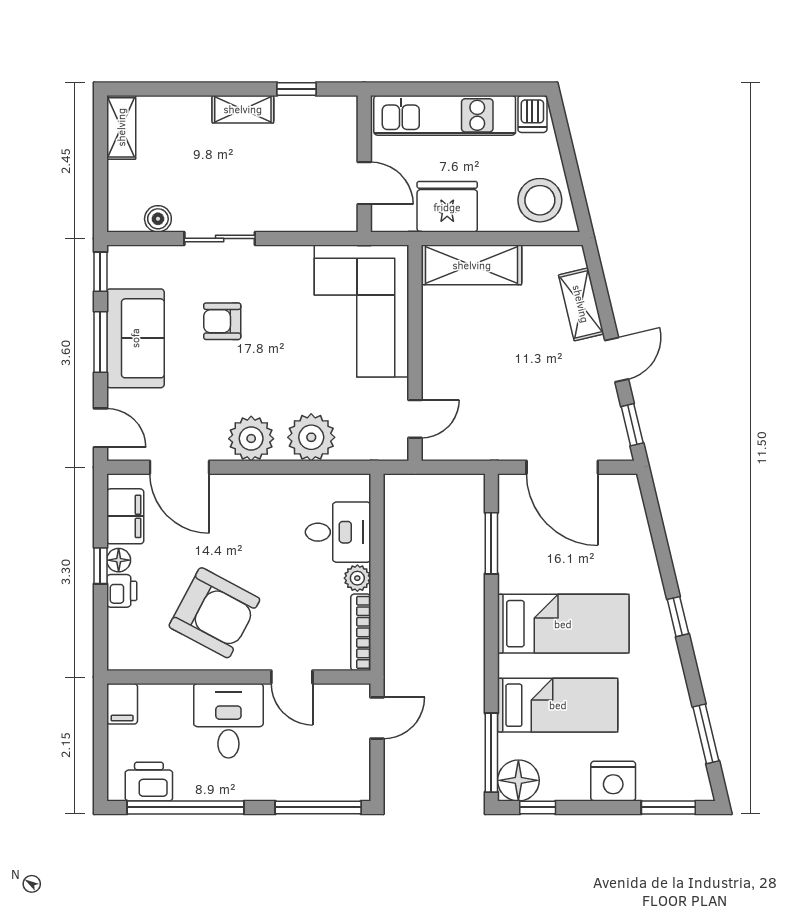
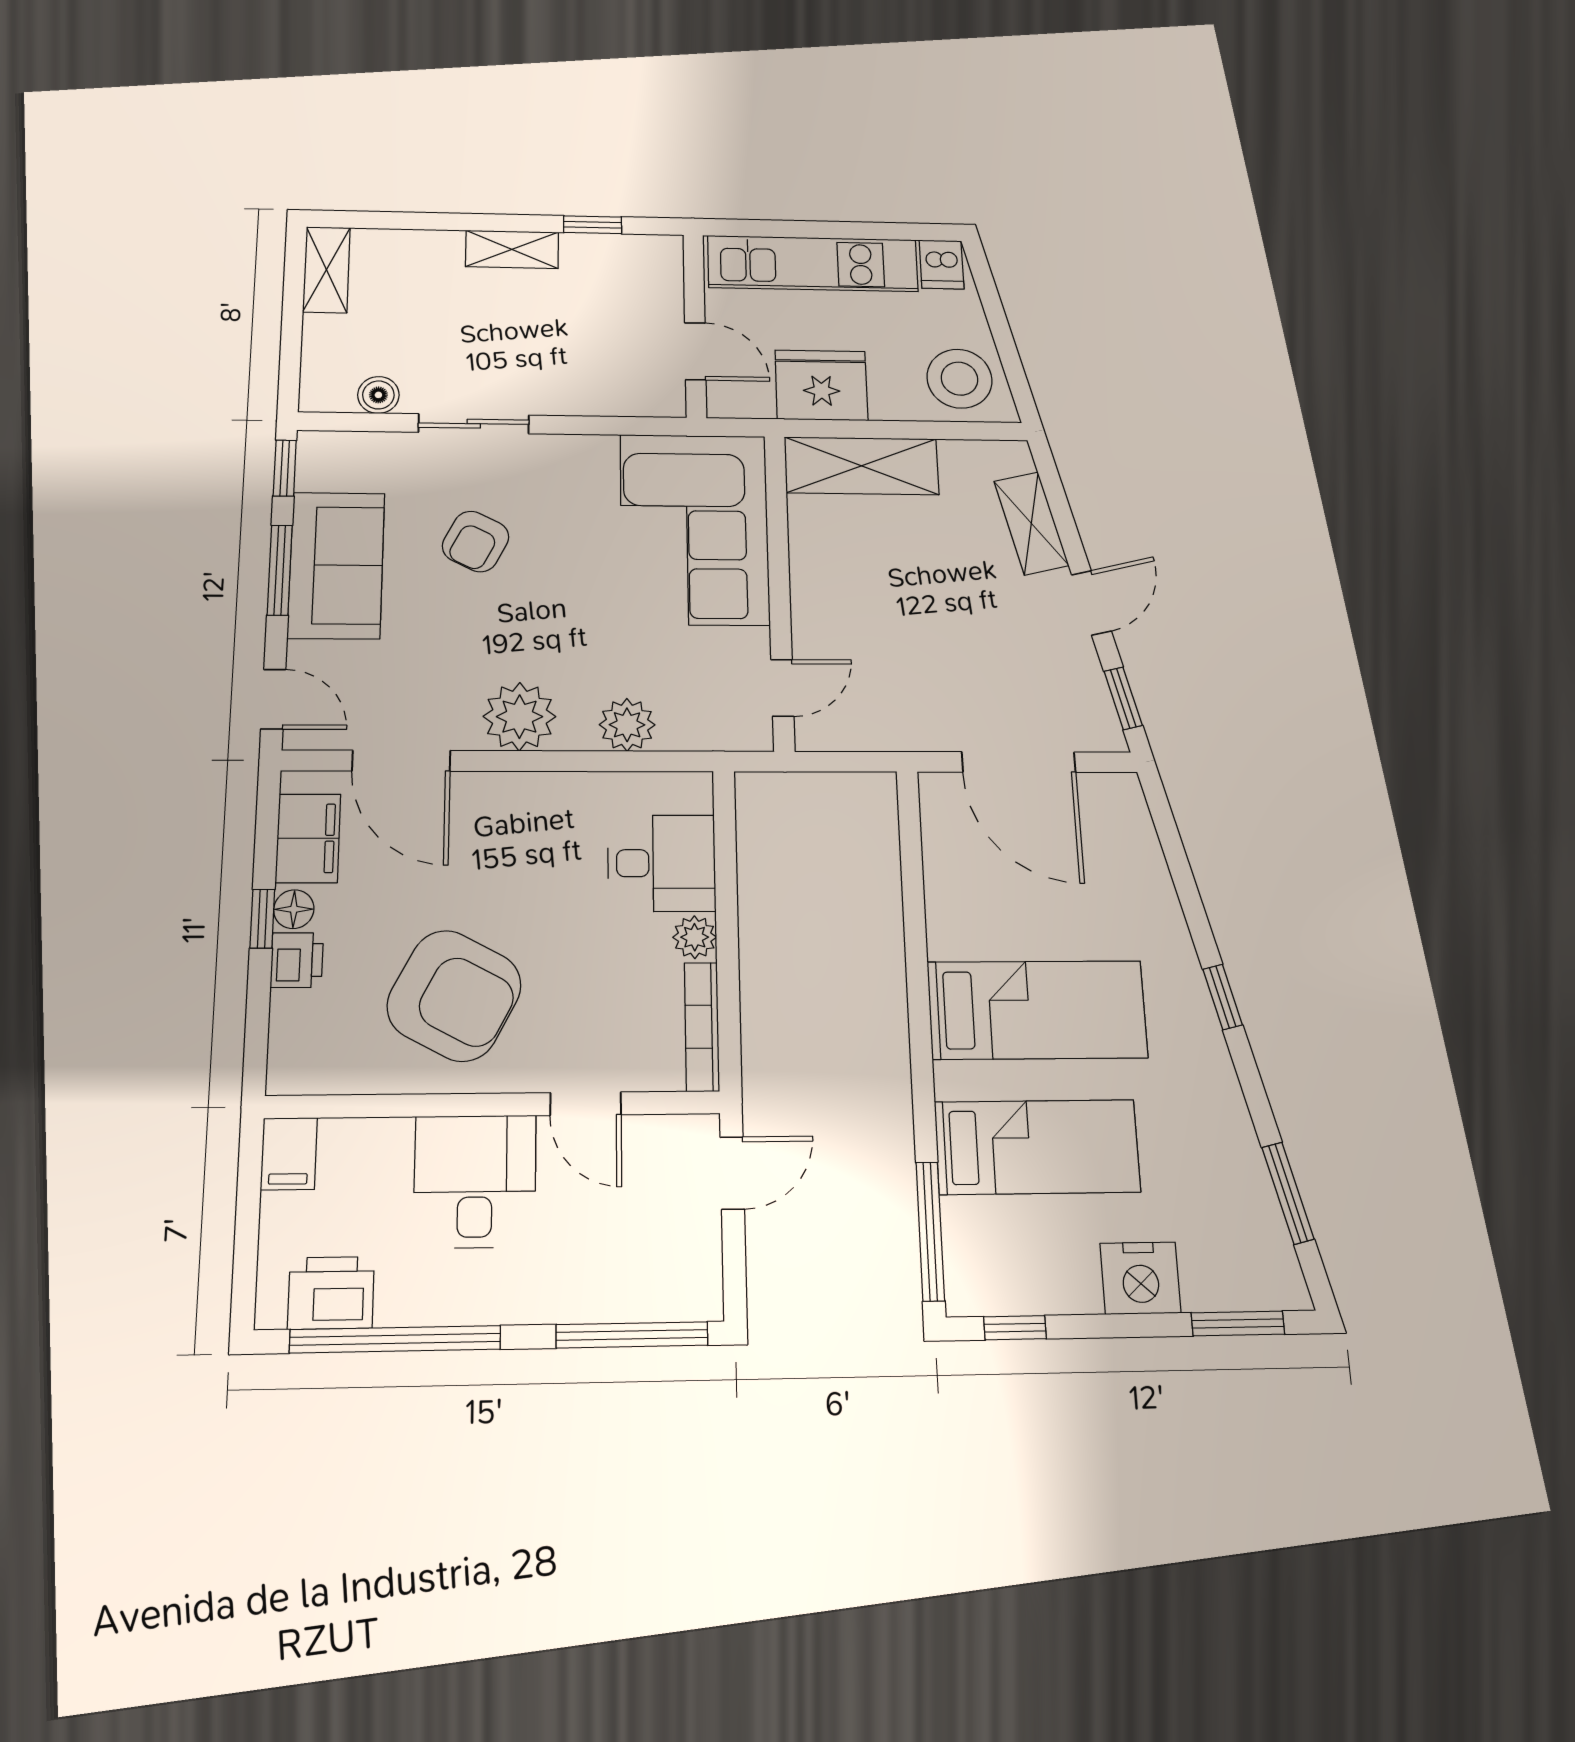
armchair: (222, 321) -> (476, 541), turned -63
plant: (311, 437) -> (627, 725), width x0.73, depth x0.73
window: (491, 543) -> (913, 880), removed
floor lamp: (518, 780) -> (979, 1280), removed

